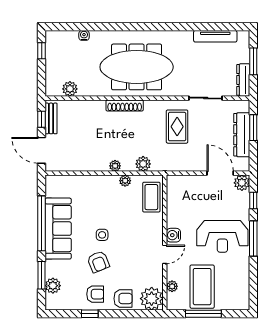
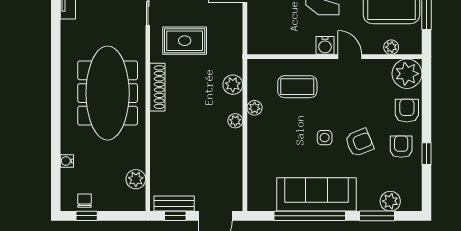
chair: (53, 49) -> (84, 201), added
shoe rack: (125, 105) -> (157, 87), moved
coffee table: (151, 197) -> (297, 87), moved

